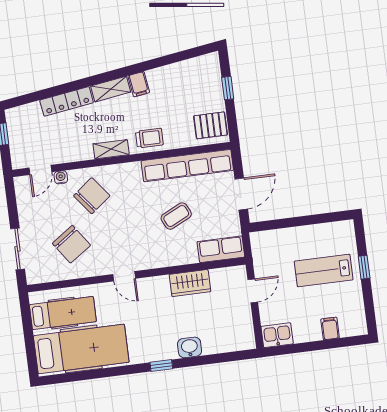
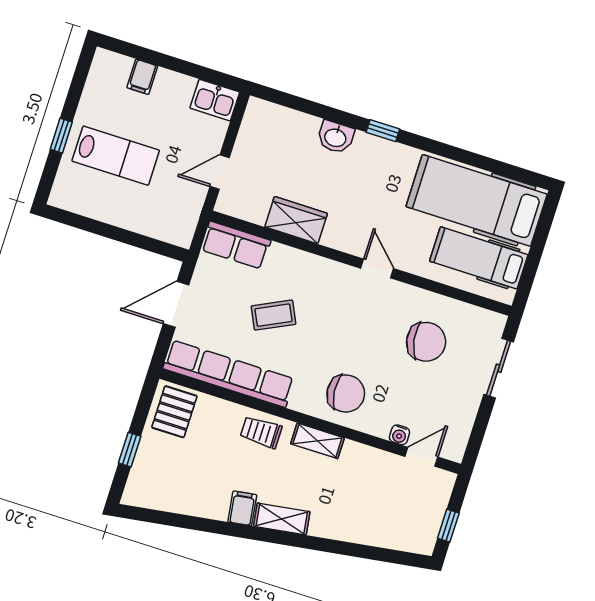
locker: (67, 101) -> (346, 530), removed
pallet: (210, 125) -> (174, 412), turned 90
chair: (92, 196) -> (346, 394), moved, turned -147
chair: (71, 244) -> (426, 342), turned 115

